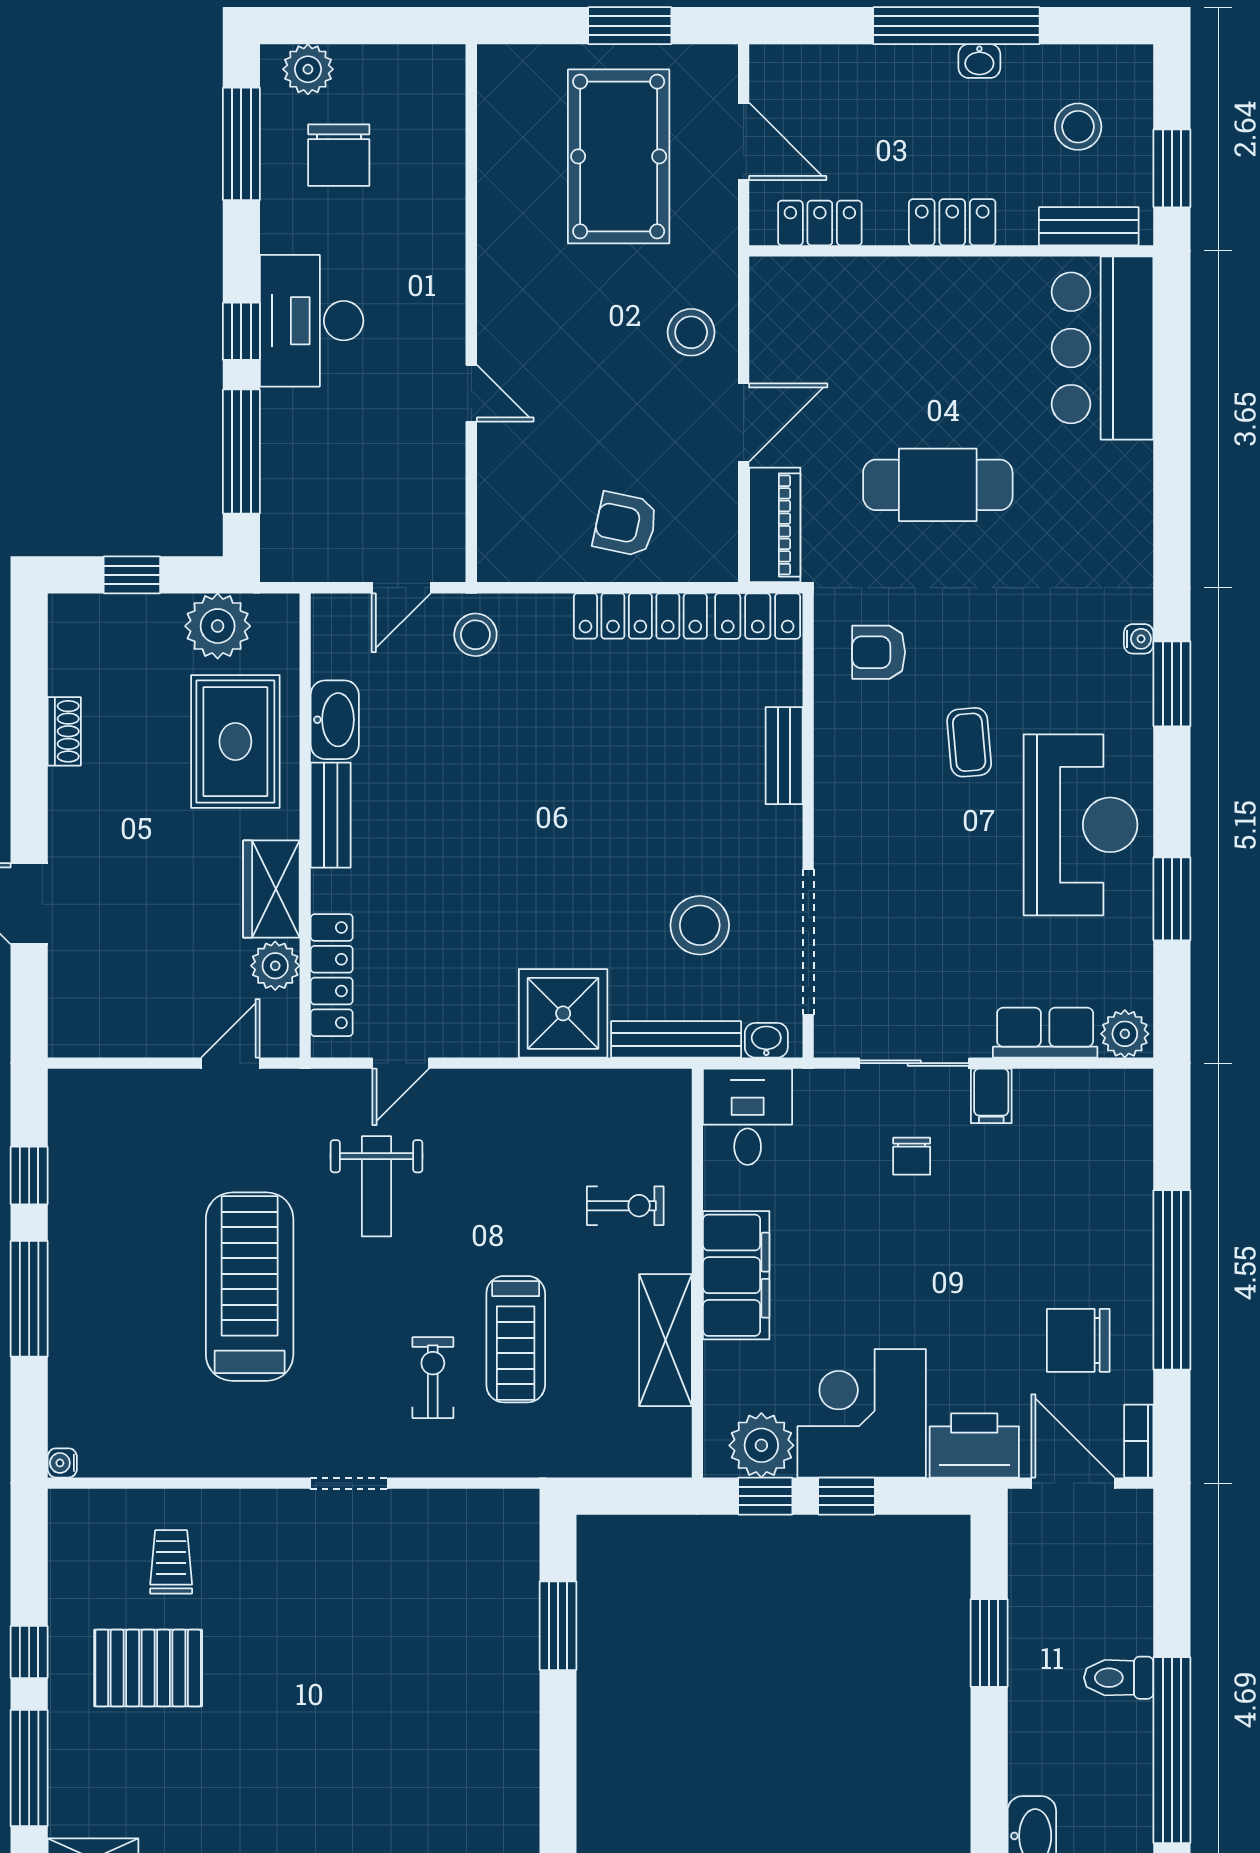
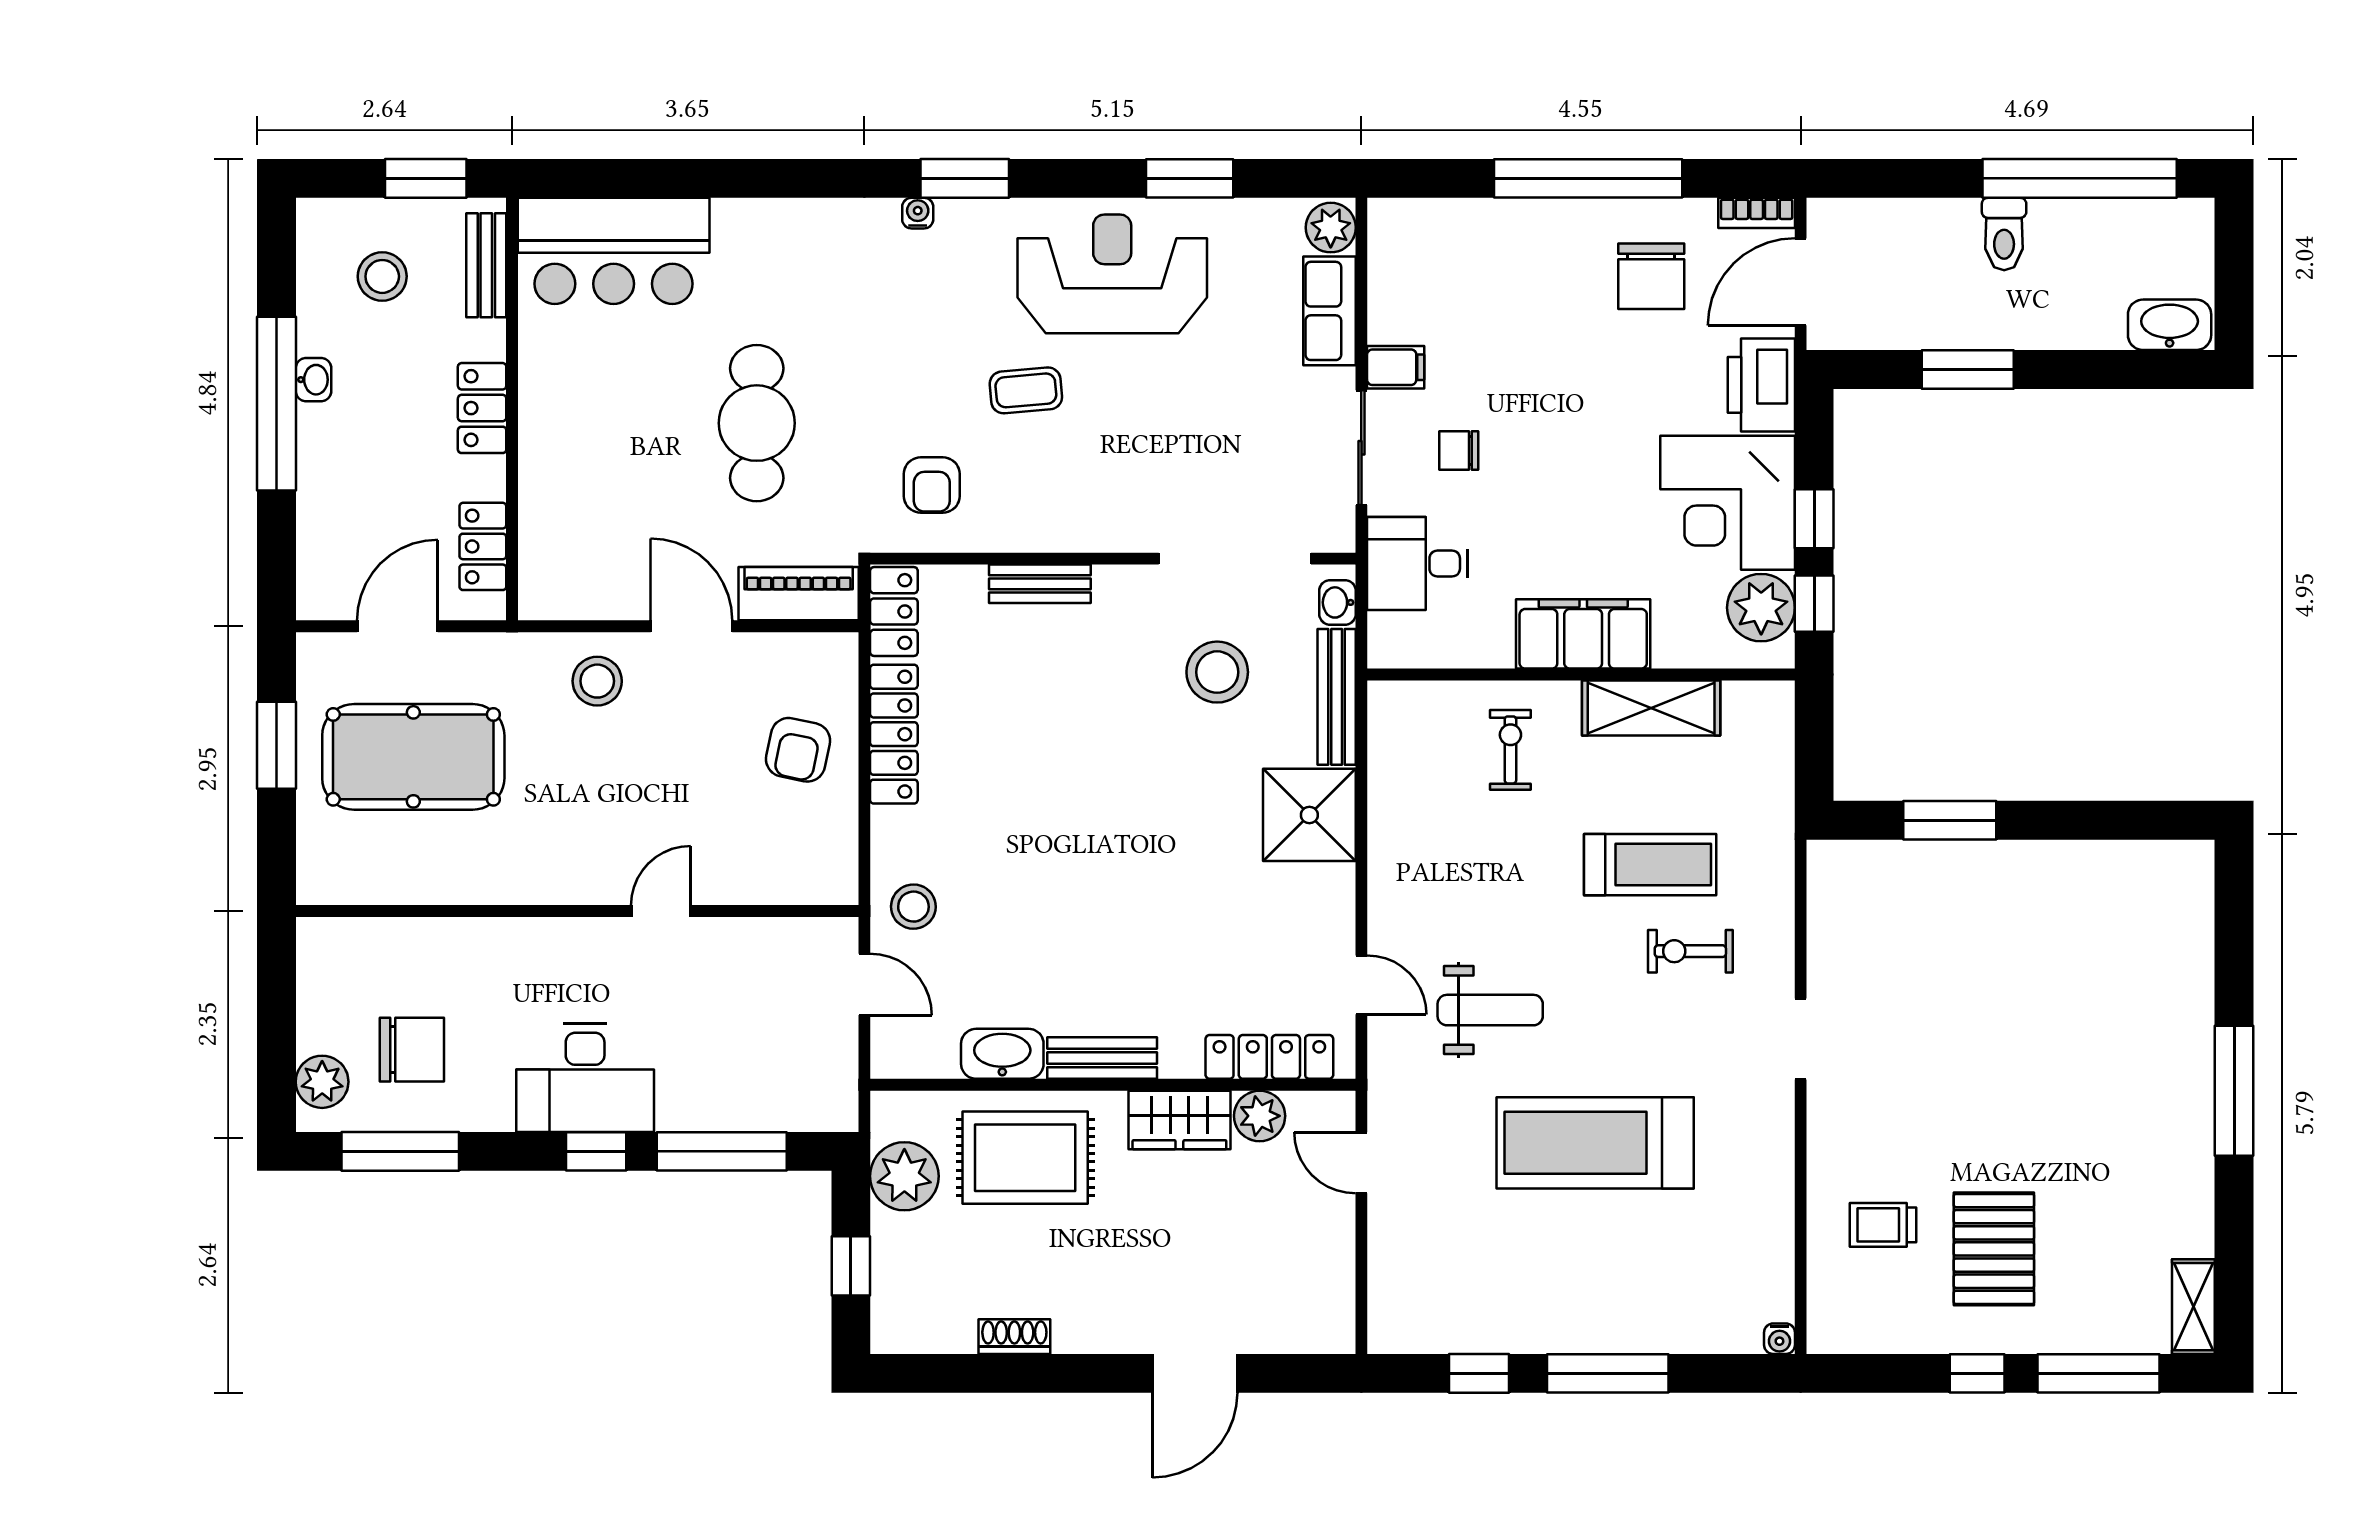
desk: (748, 1117) -> (1418, 564), moved
chair: (912, 1156) -> (1459, 450), turned 180

